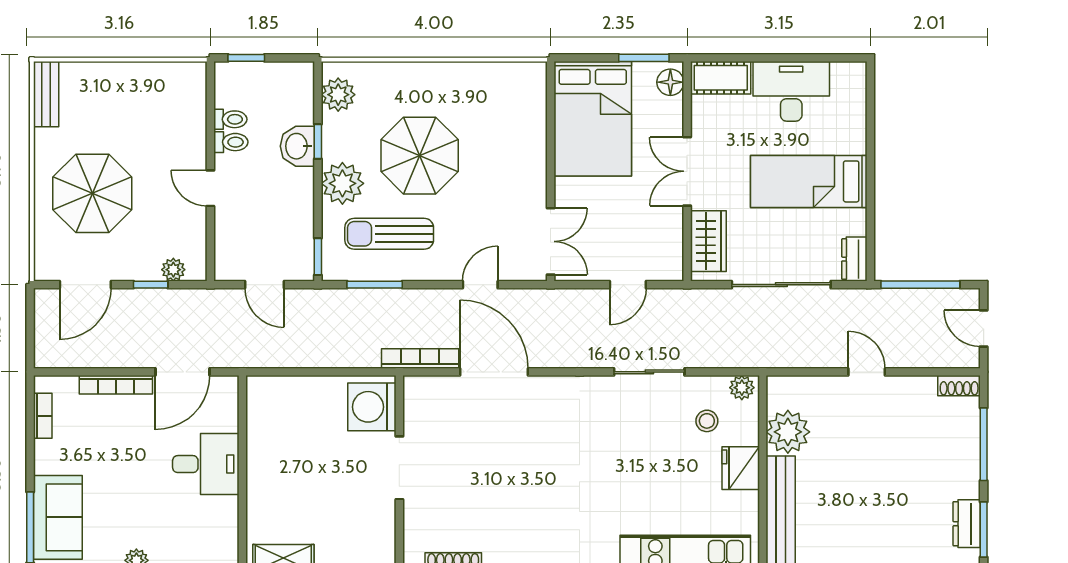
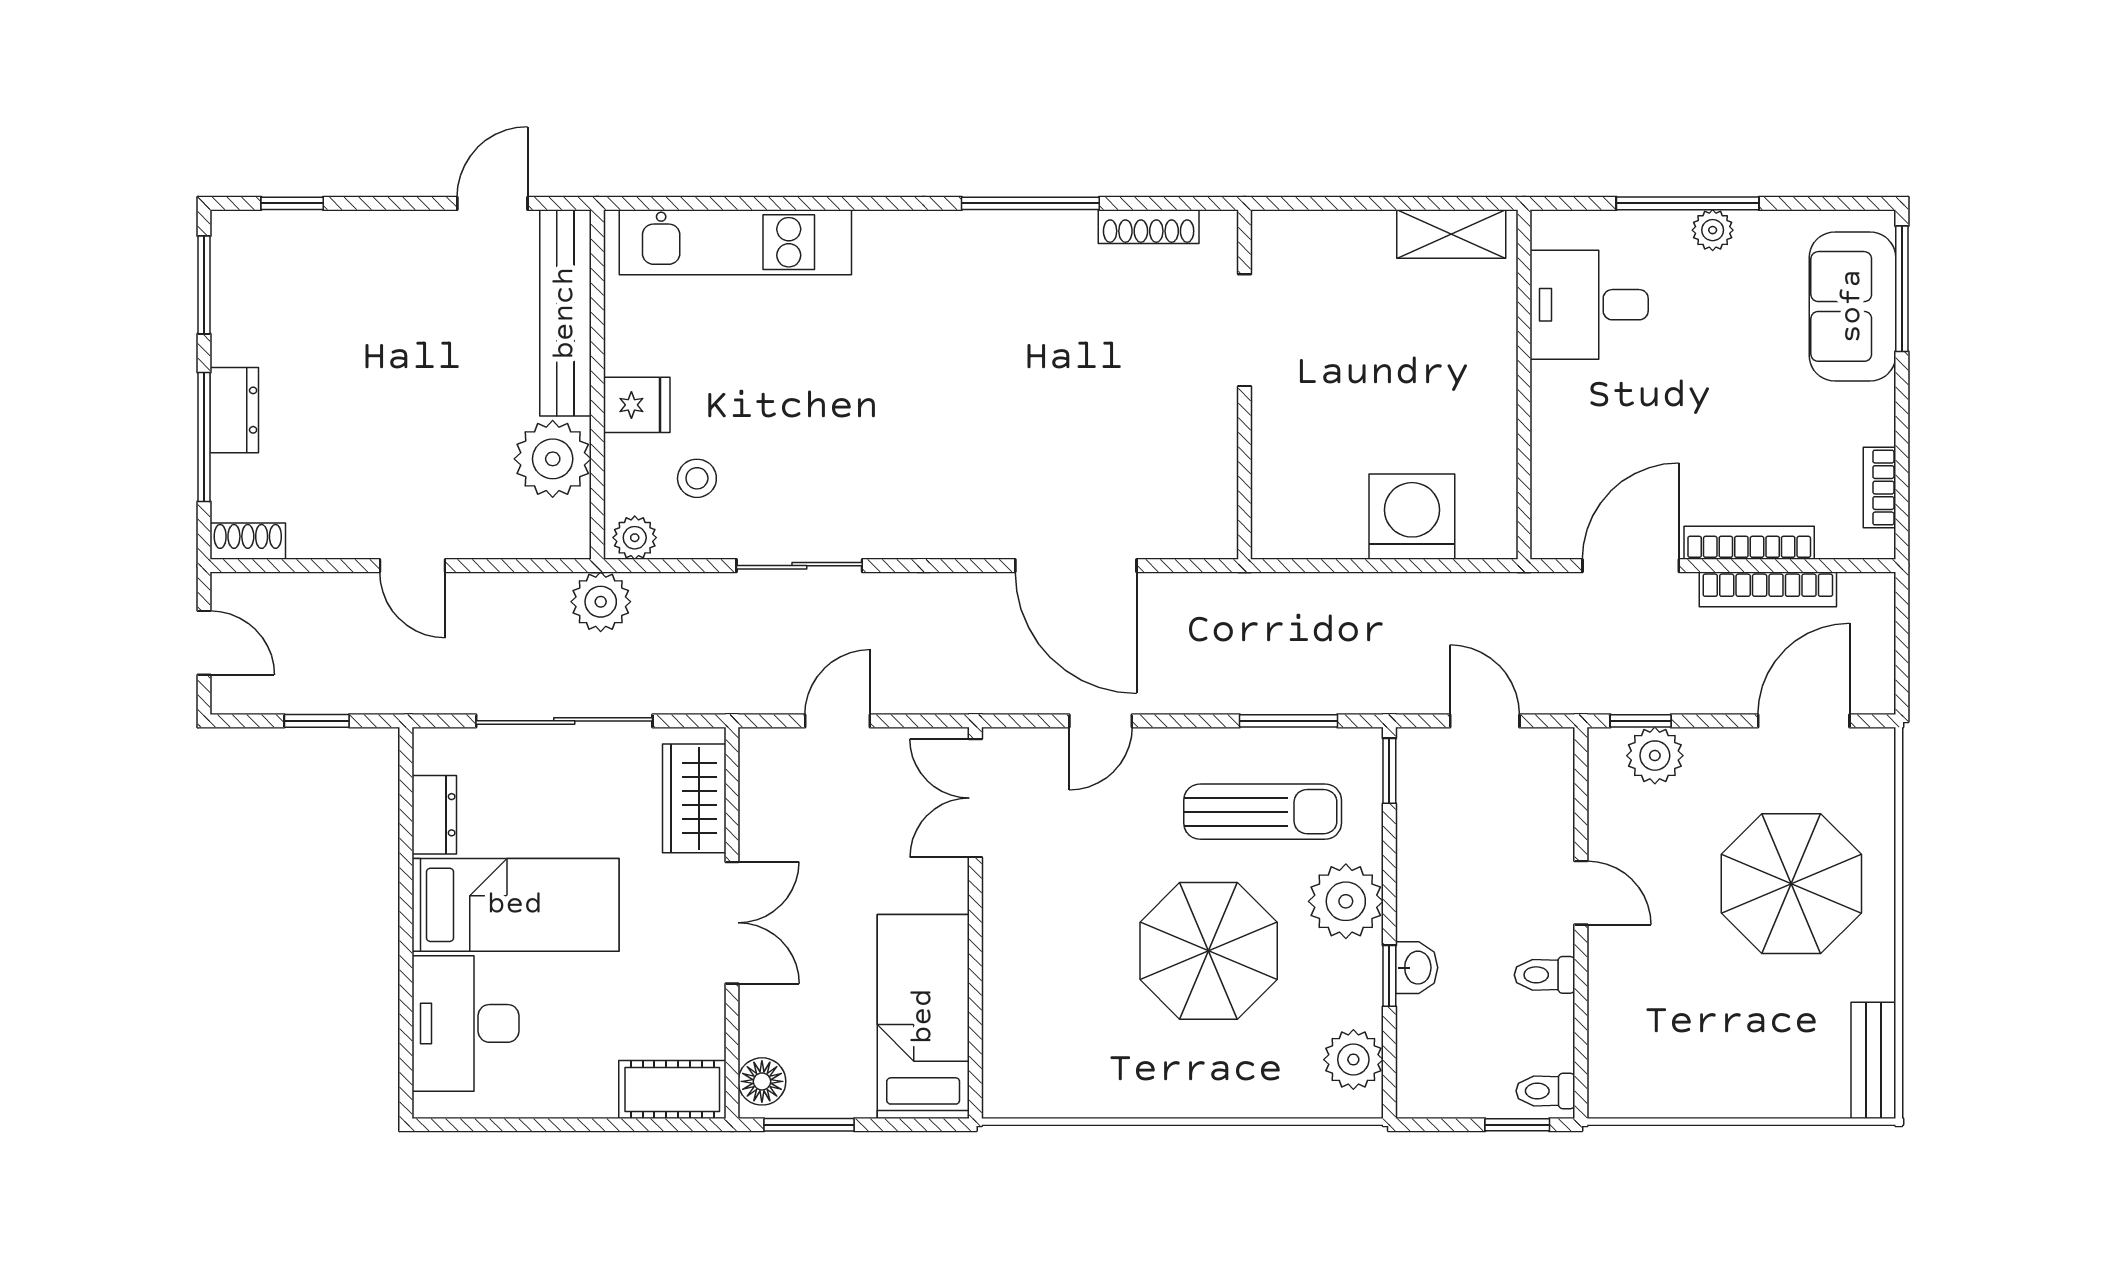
desk: (791, 91) -> (465, 1023), moved, turned 90
toilet: (230, 119) -> (1545, 1091), moved
bed: (593, 119) -> (923, 1016), width x0.67
washbasin: (297, 146) -> (1417, 968), width x0.72, depth x0.69
dresser: (854, 259) -> (434, 815), moved
plant: (173, 270) -> (1655, 756), width x1.38, depth x1.38
window: (151, 285) -> (1641, 721), moved
window: (920, 285) -> (317, 721), width x0.46
plant: (761, 352) -> (601, 602), added
bookcase: (420, 359) -> (1768, 589), moved
washing machine: (372, 407) -> (1412, 517), moved, turned -90
desk: (206, 464) -> (1589, 305), moved
doorway: (399, 468) -> (1244, 330), moved
fridge: (741, 468) -> (637, 405), width x0.72
dresser: (967, 524) -> (234, 410), moved

